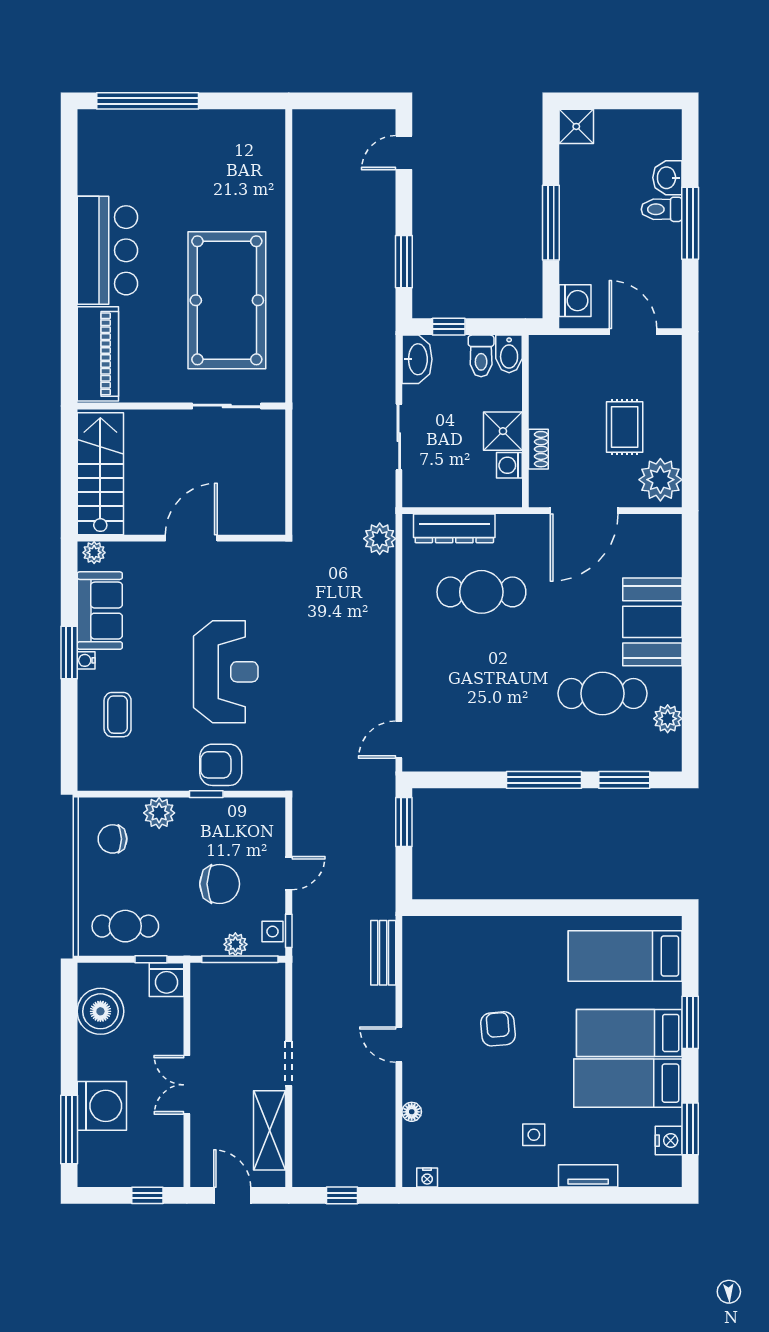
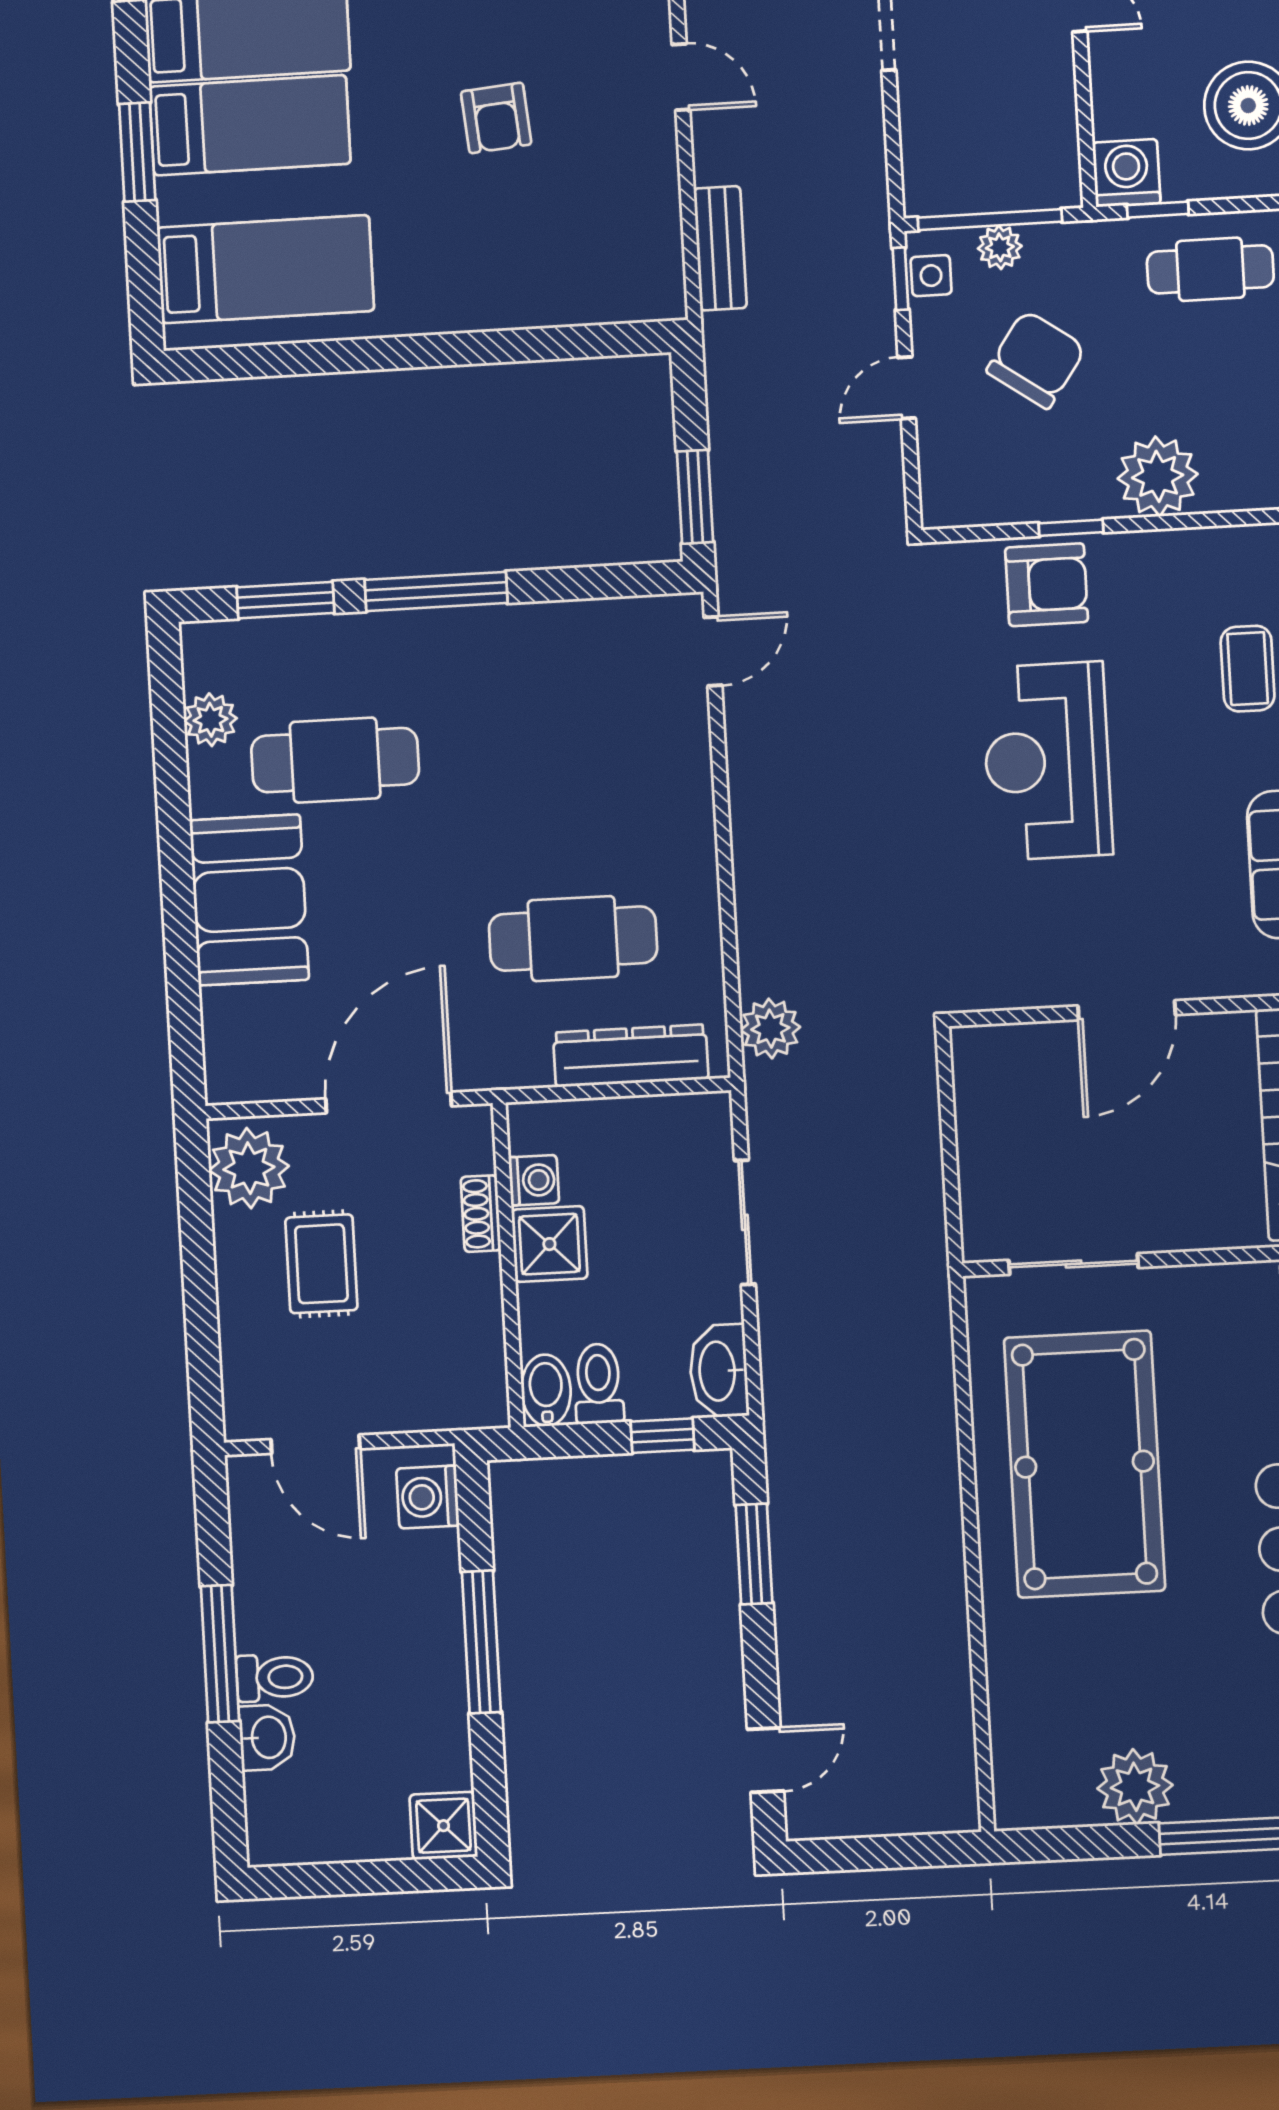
plant: (210, 129) -> (1135, 1787), added
plant: (159, 813) -> (1158, 476), width x1.36, depth x1.36
chair: (113, 839) -> (1244, 433), removed
chair: (220, 884) -> (1036, 359), turned 125

